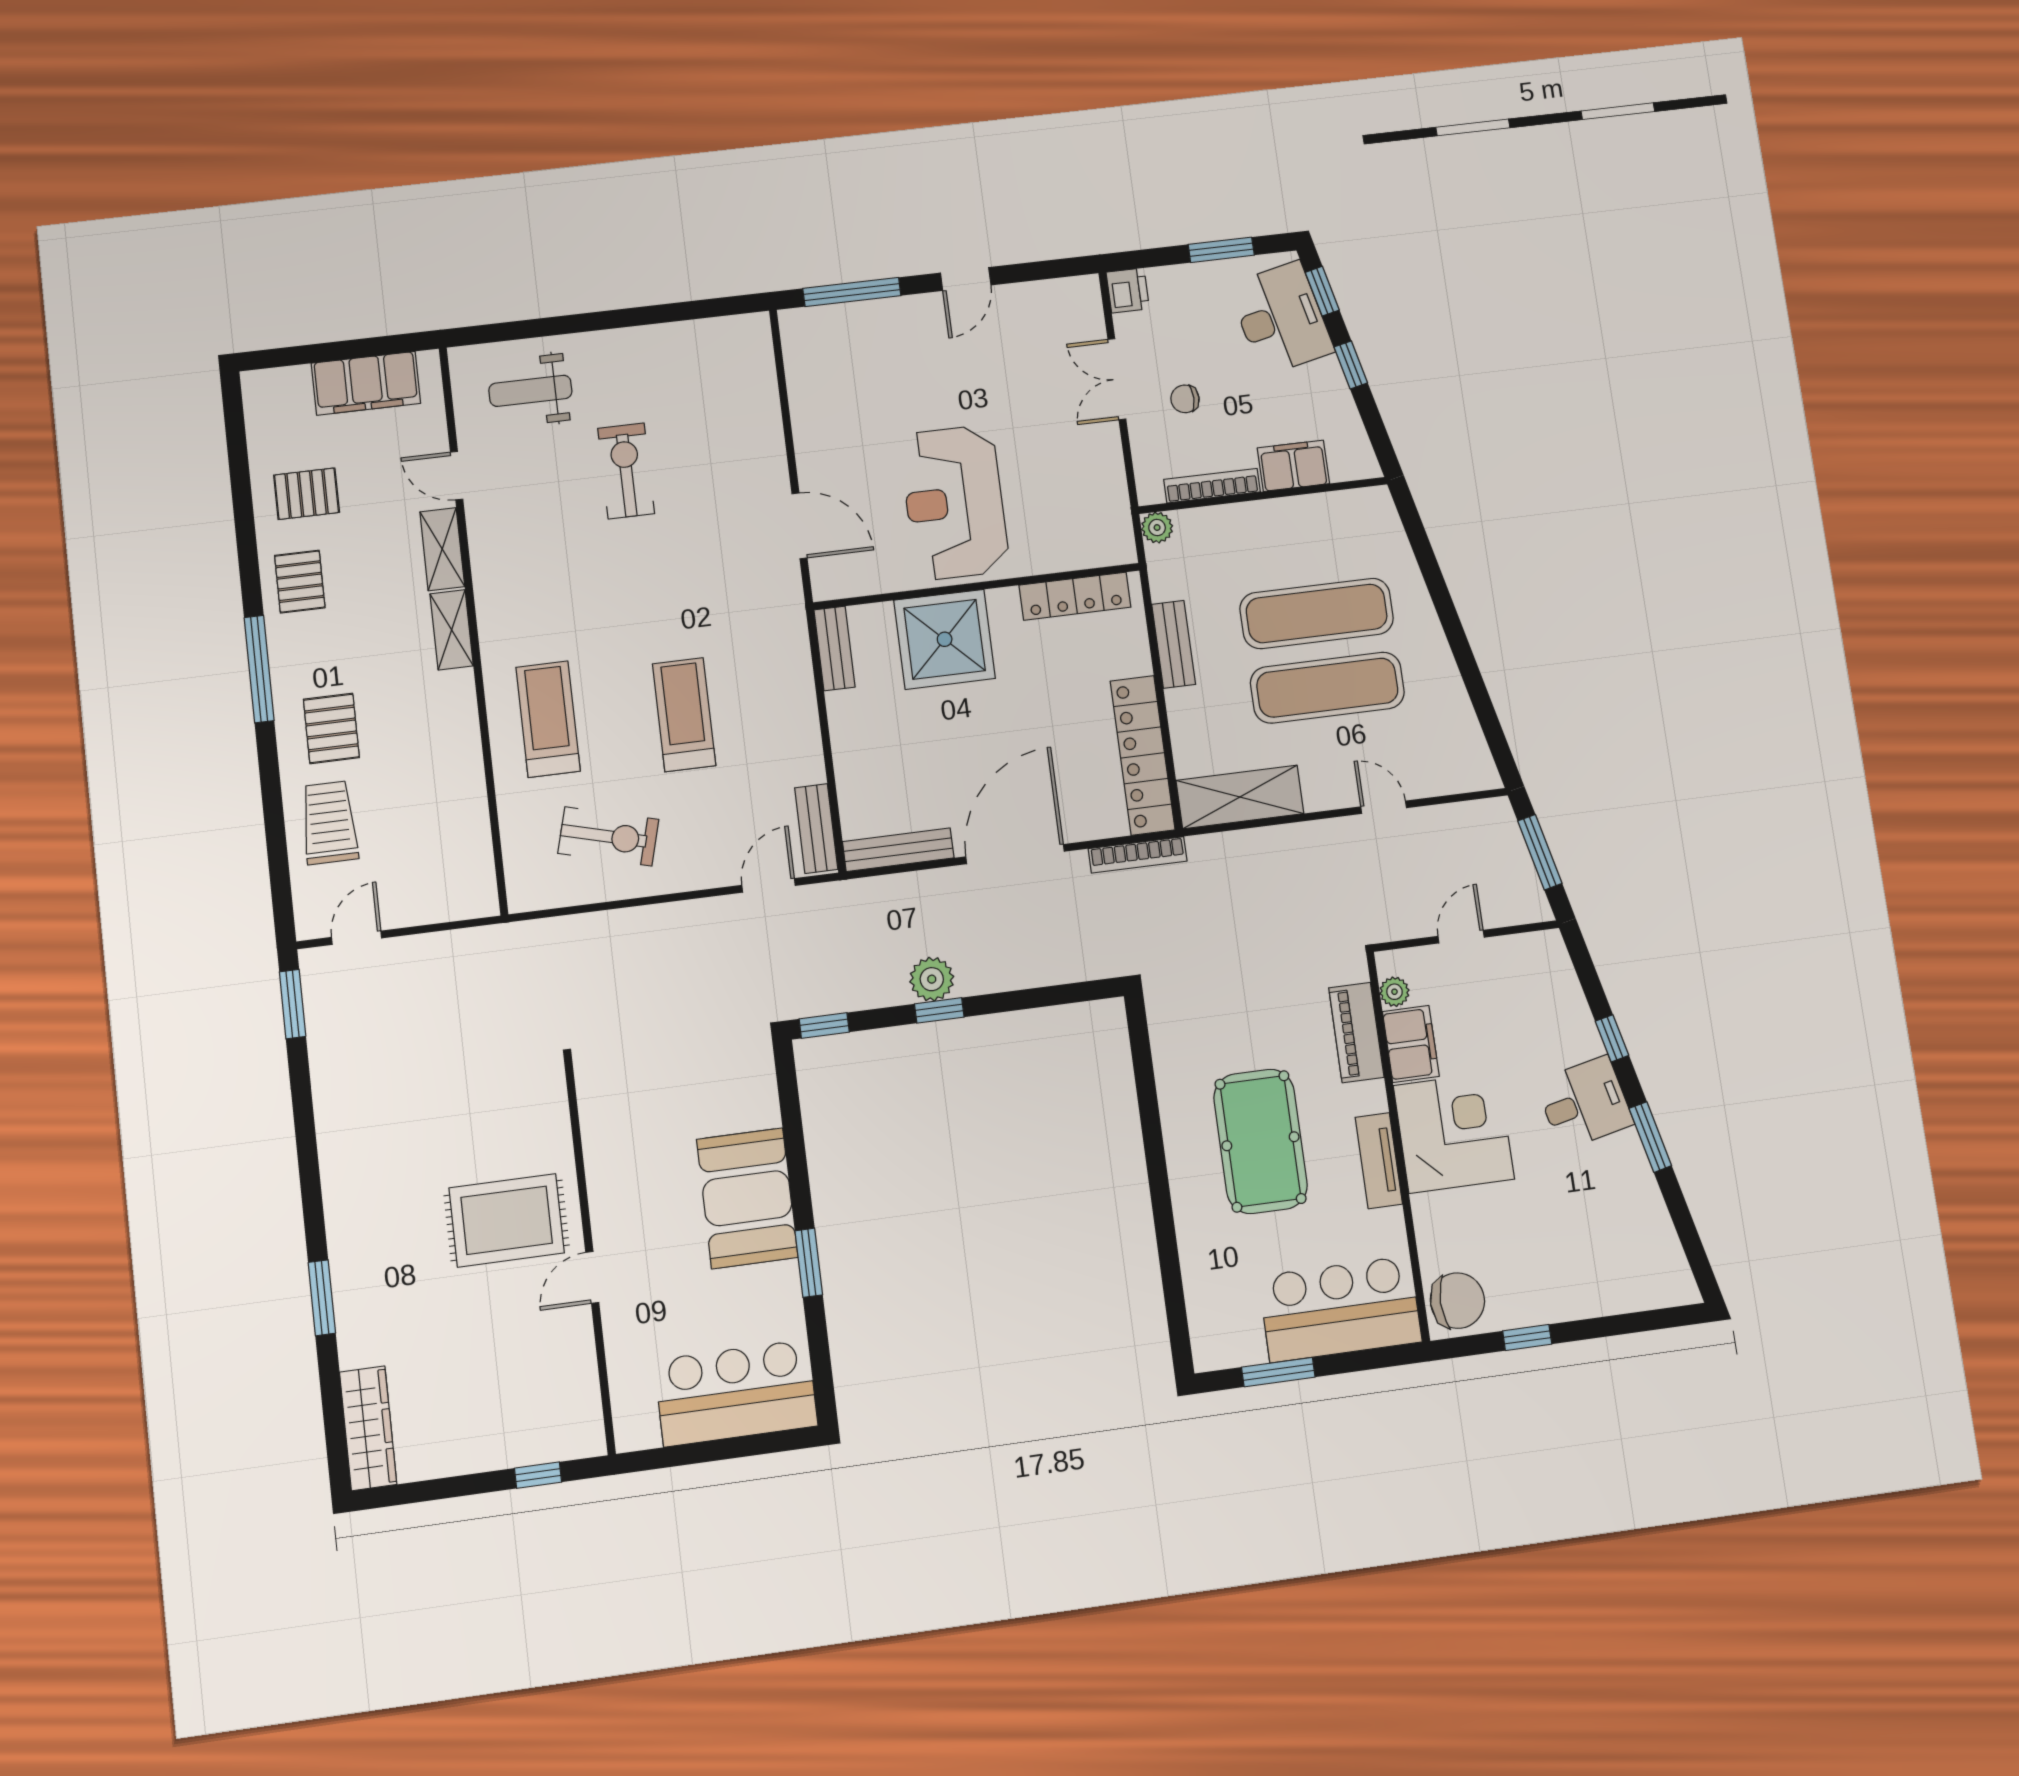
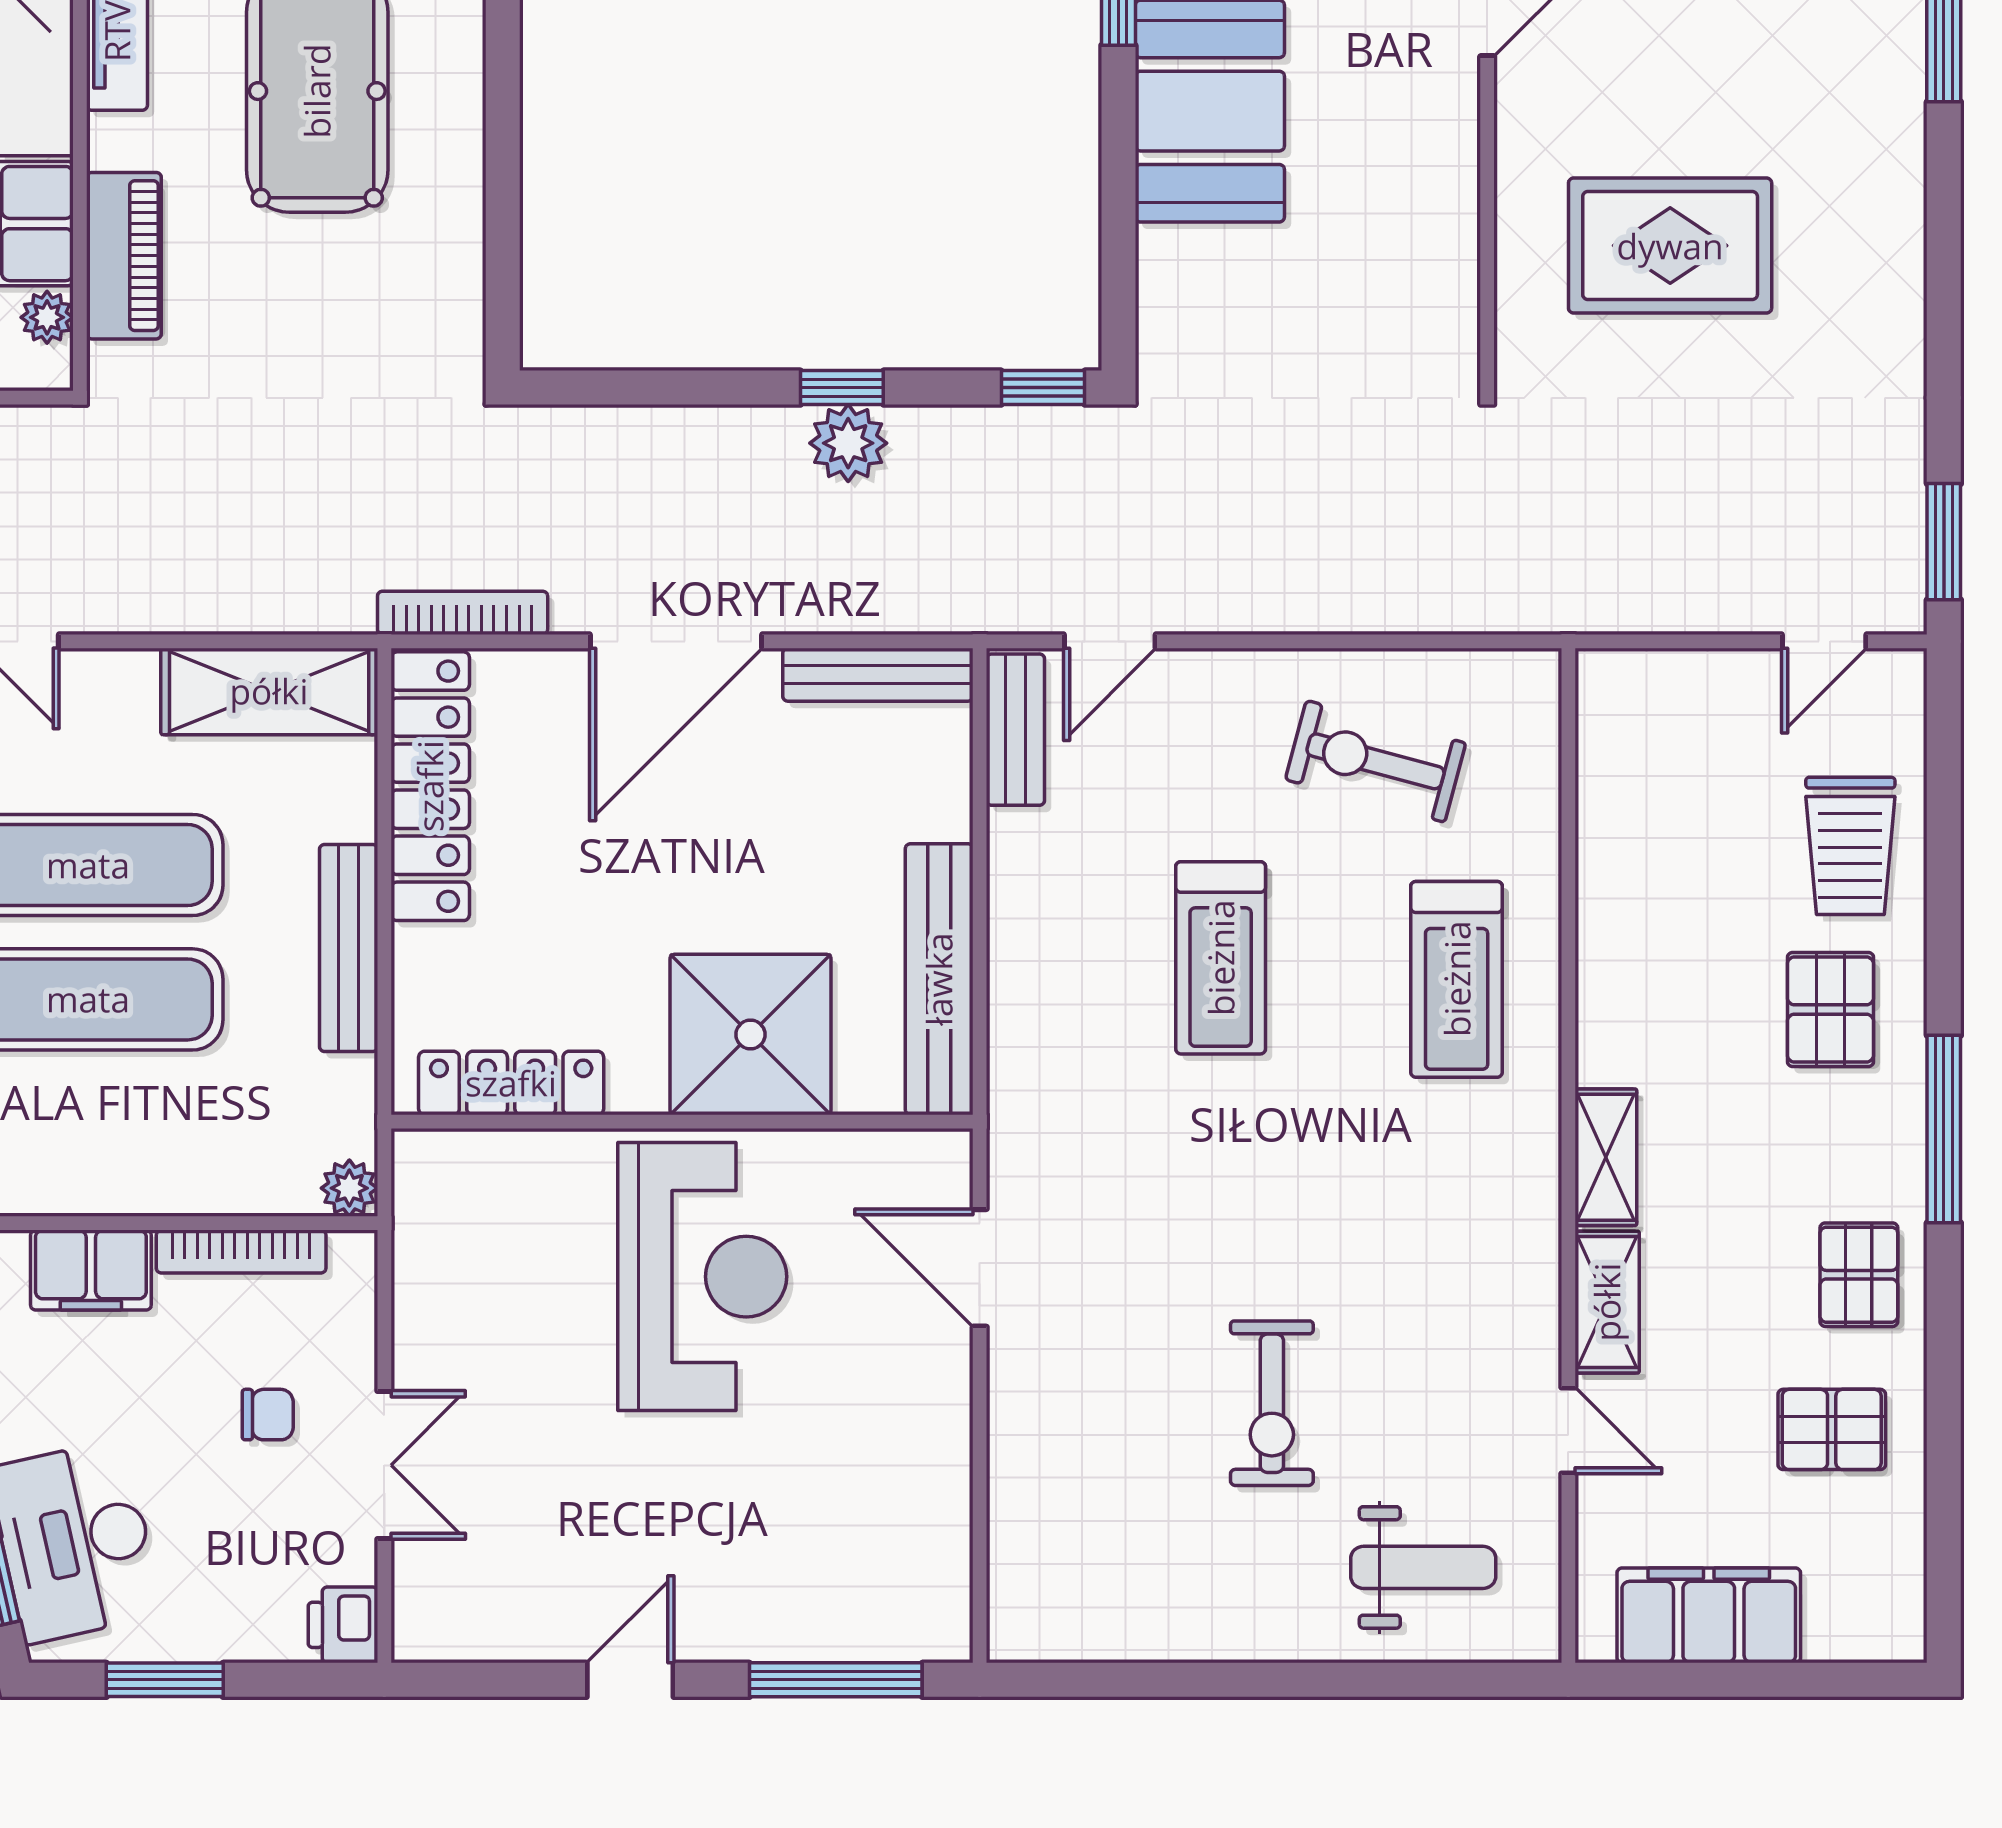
bench: (1174, 644) -> (349, 948), width x1.36
bench: (834, 648) -> (939, 979), width x1.86, depth x1.21
rug: (507, 1220) -> (1670, 246), moved

